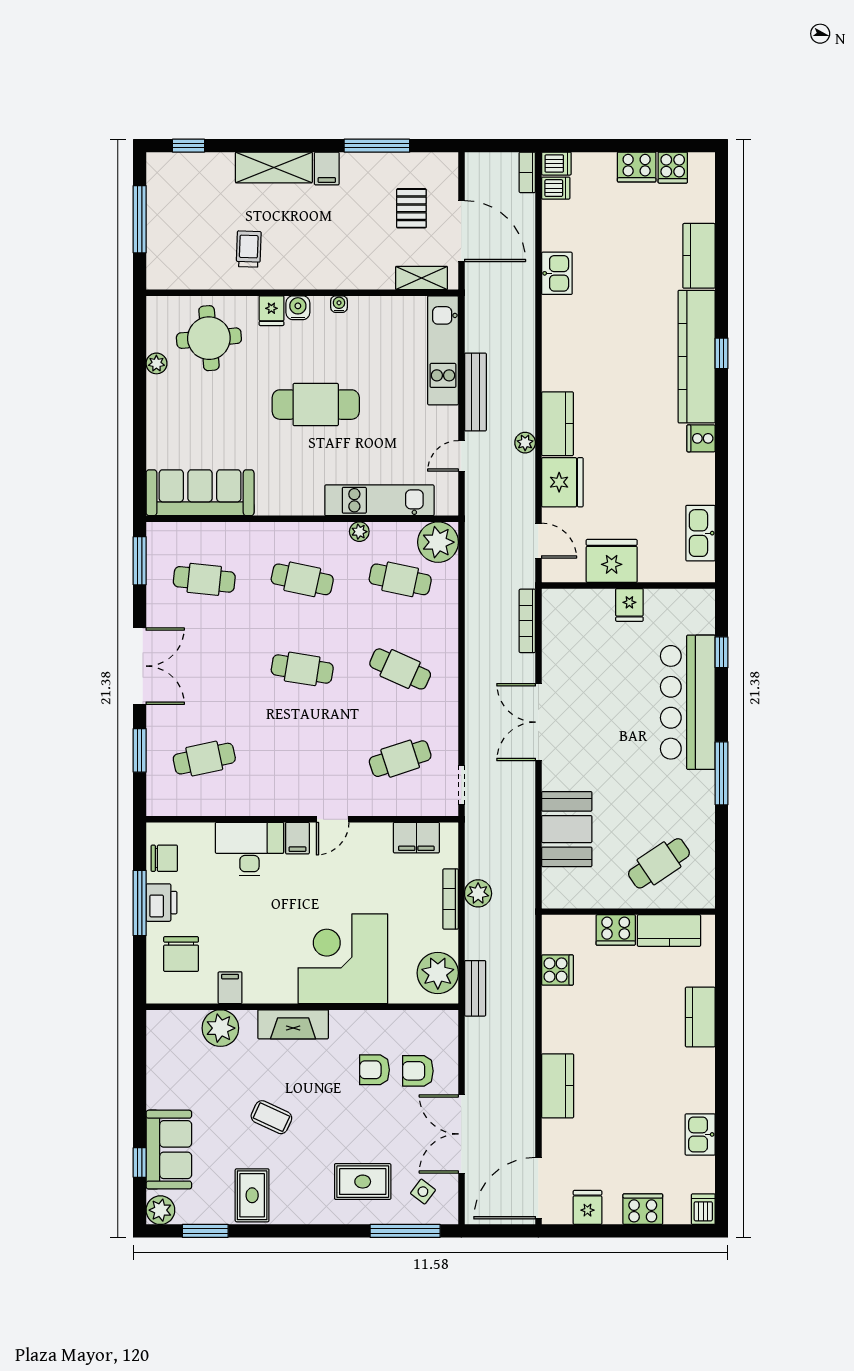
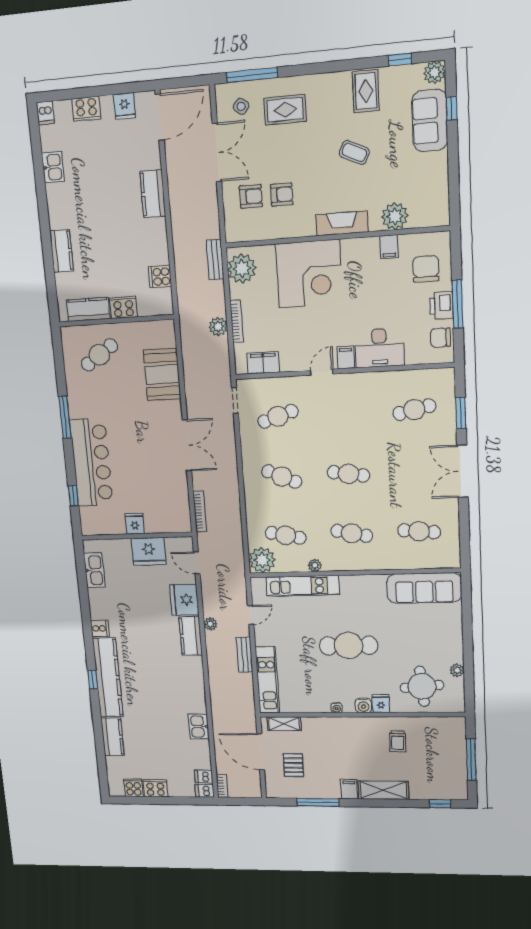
bench: (475, 392) -> (245, 655), width x0.73
window: (140, 561) -> (465, 542), removed
window: (205, 1231) -> (400, 60), width x0.67

